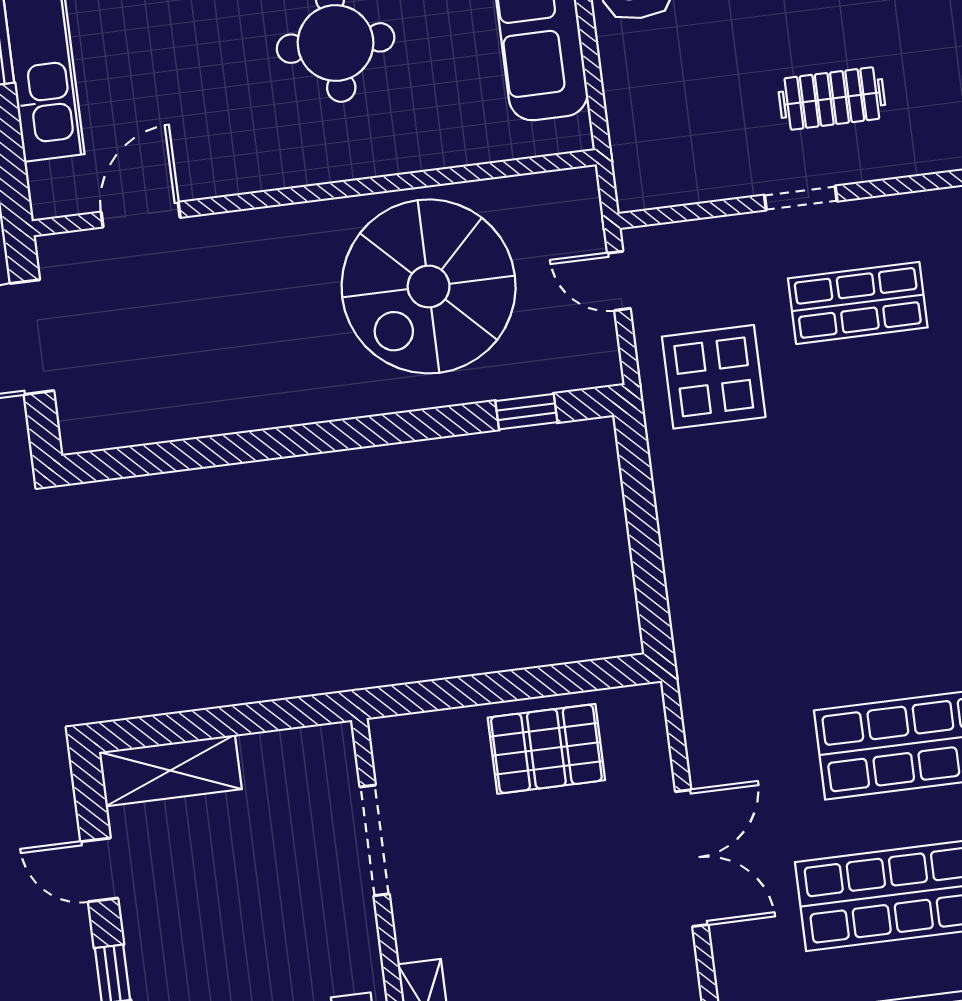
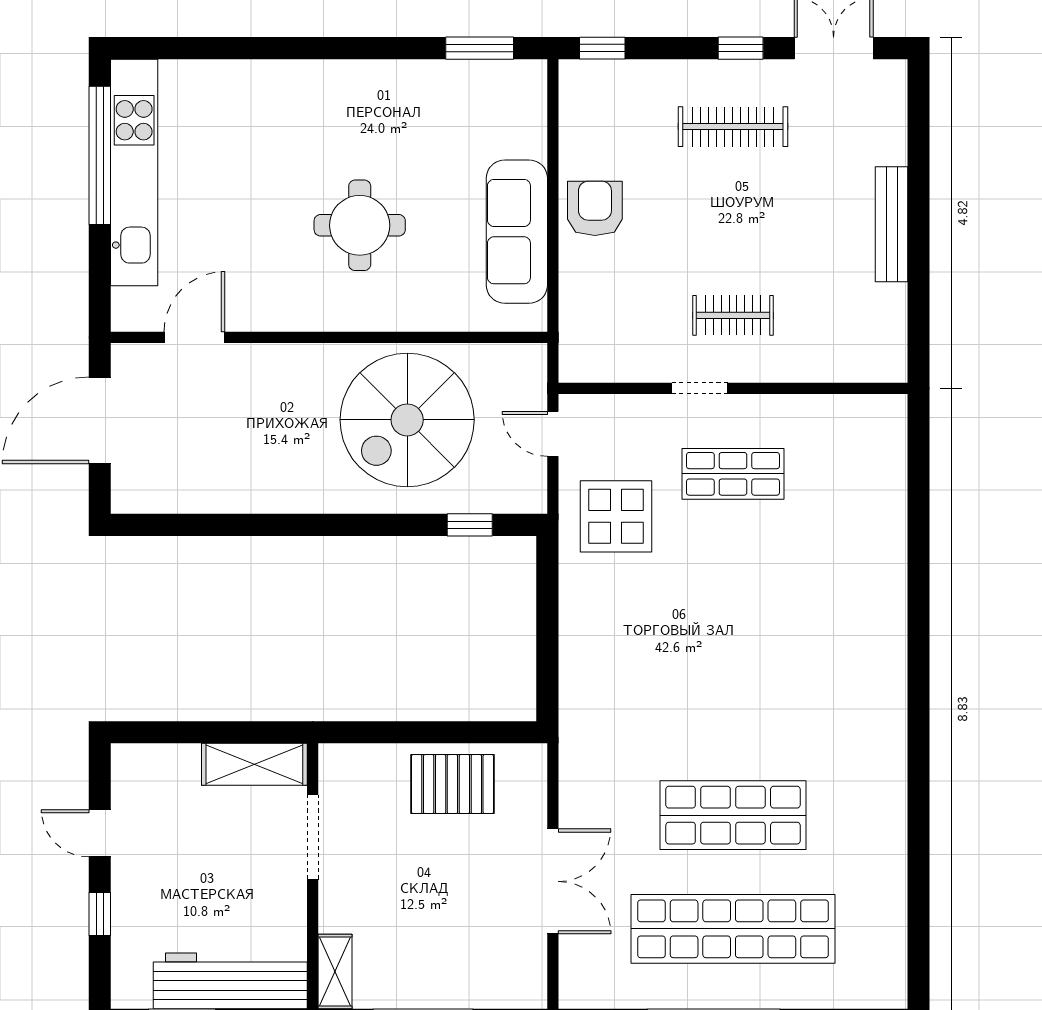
shelving: (170, 771) -> (254, 764), moved

